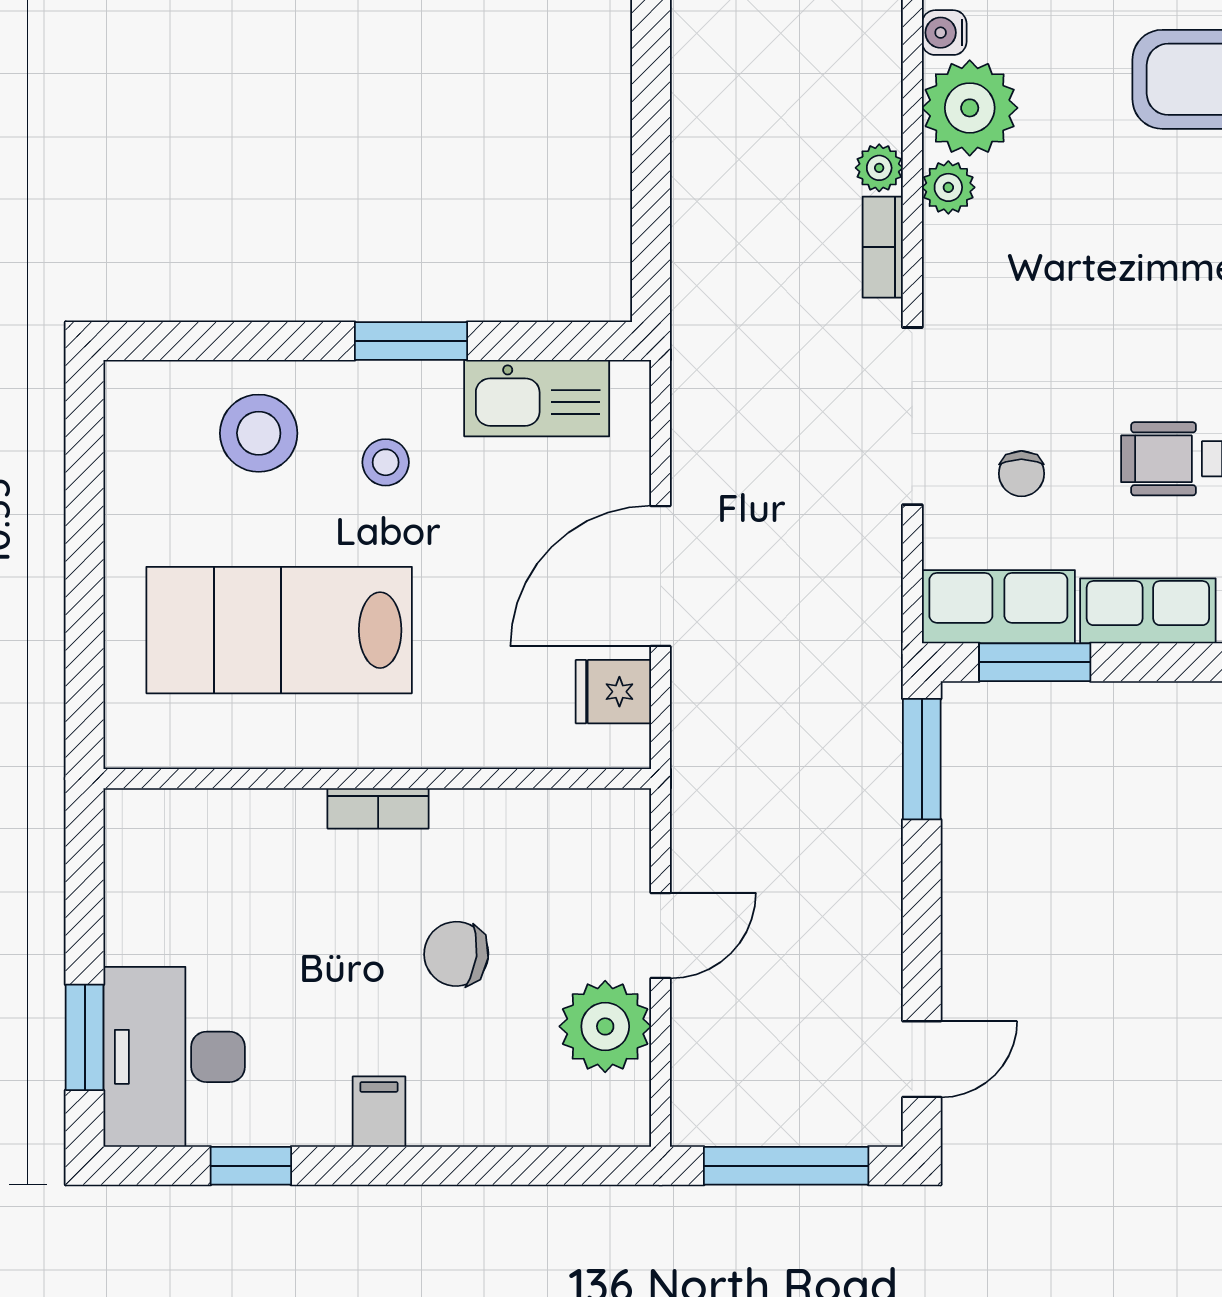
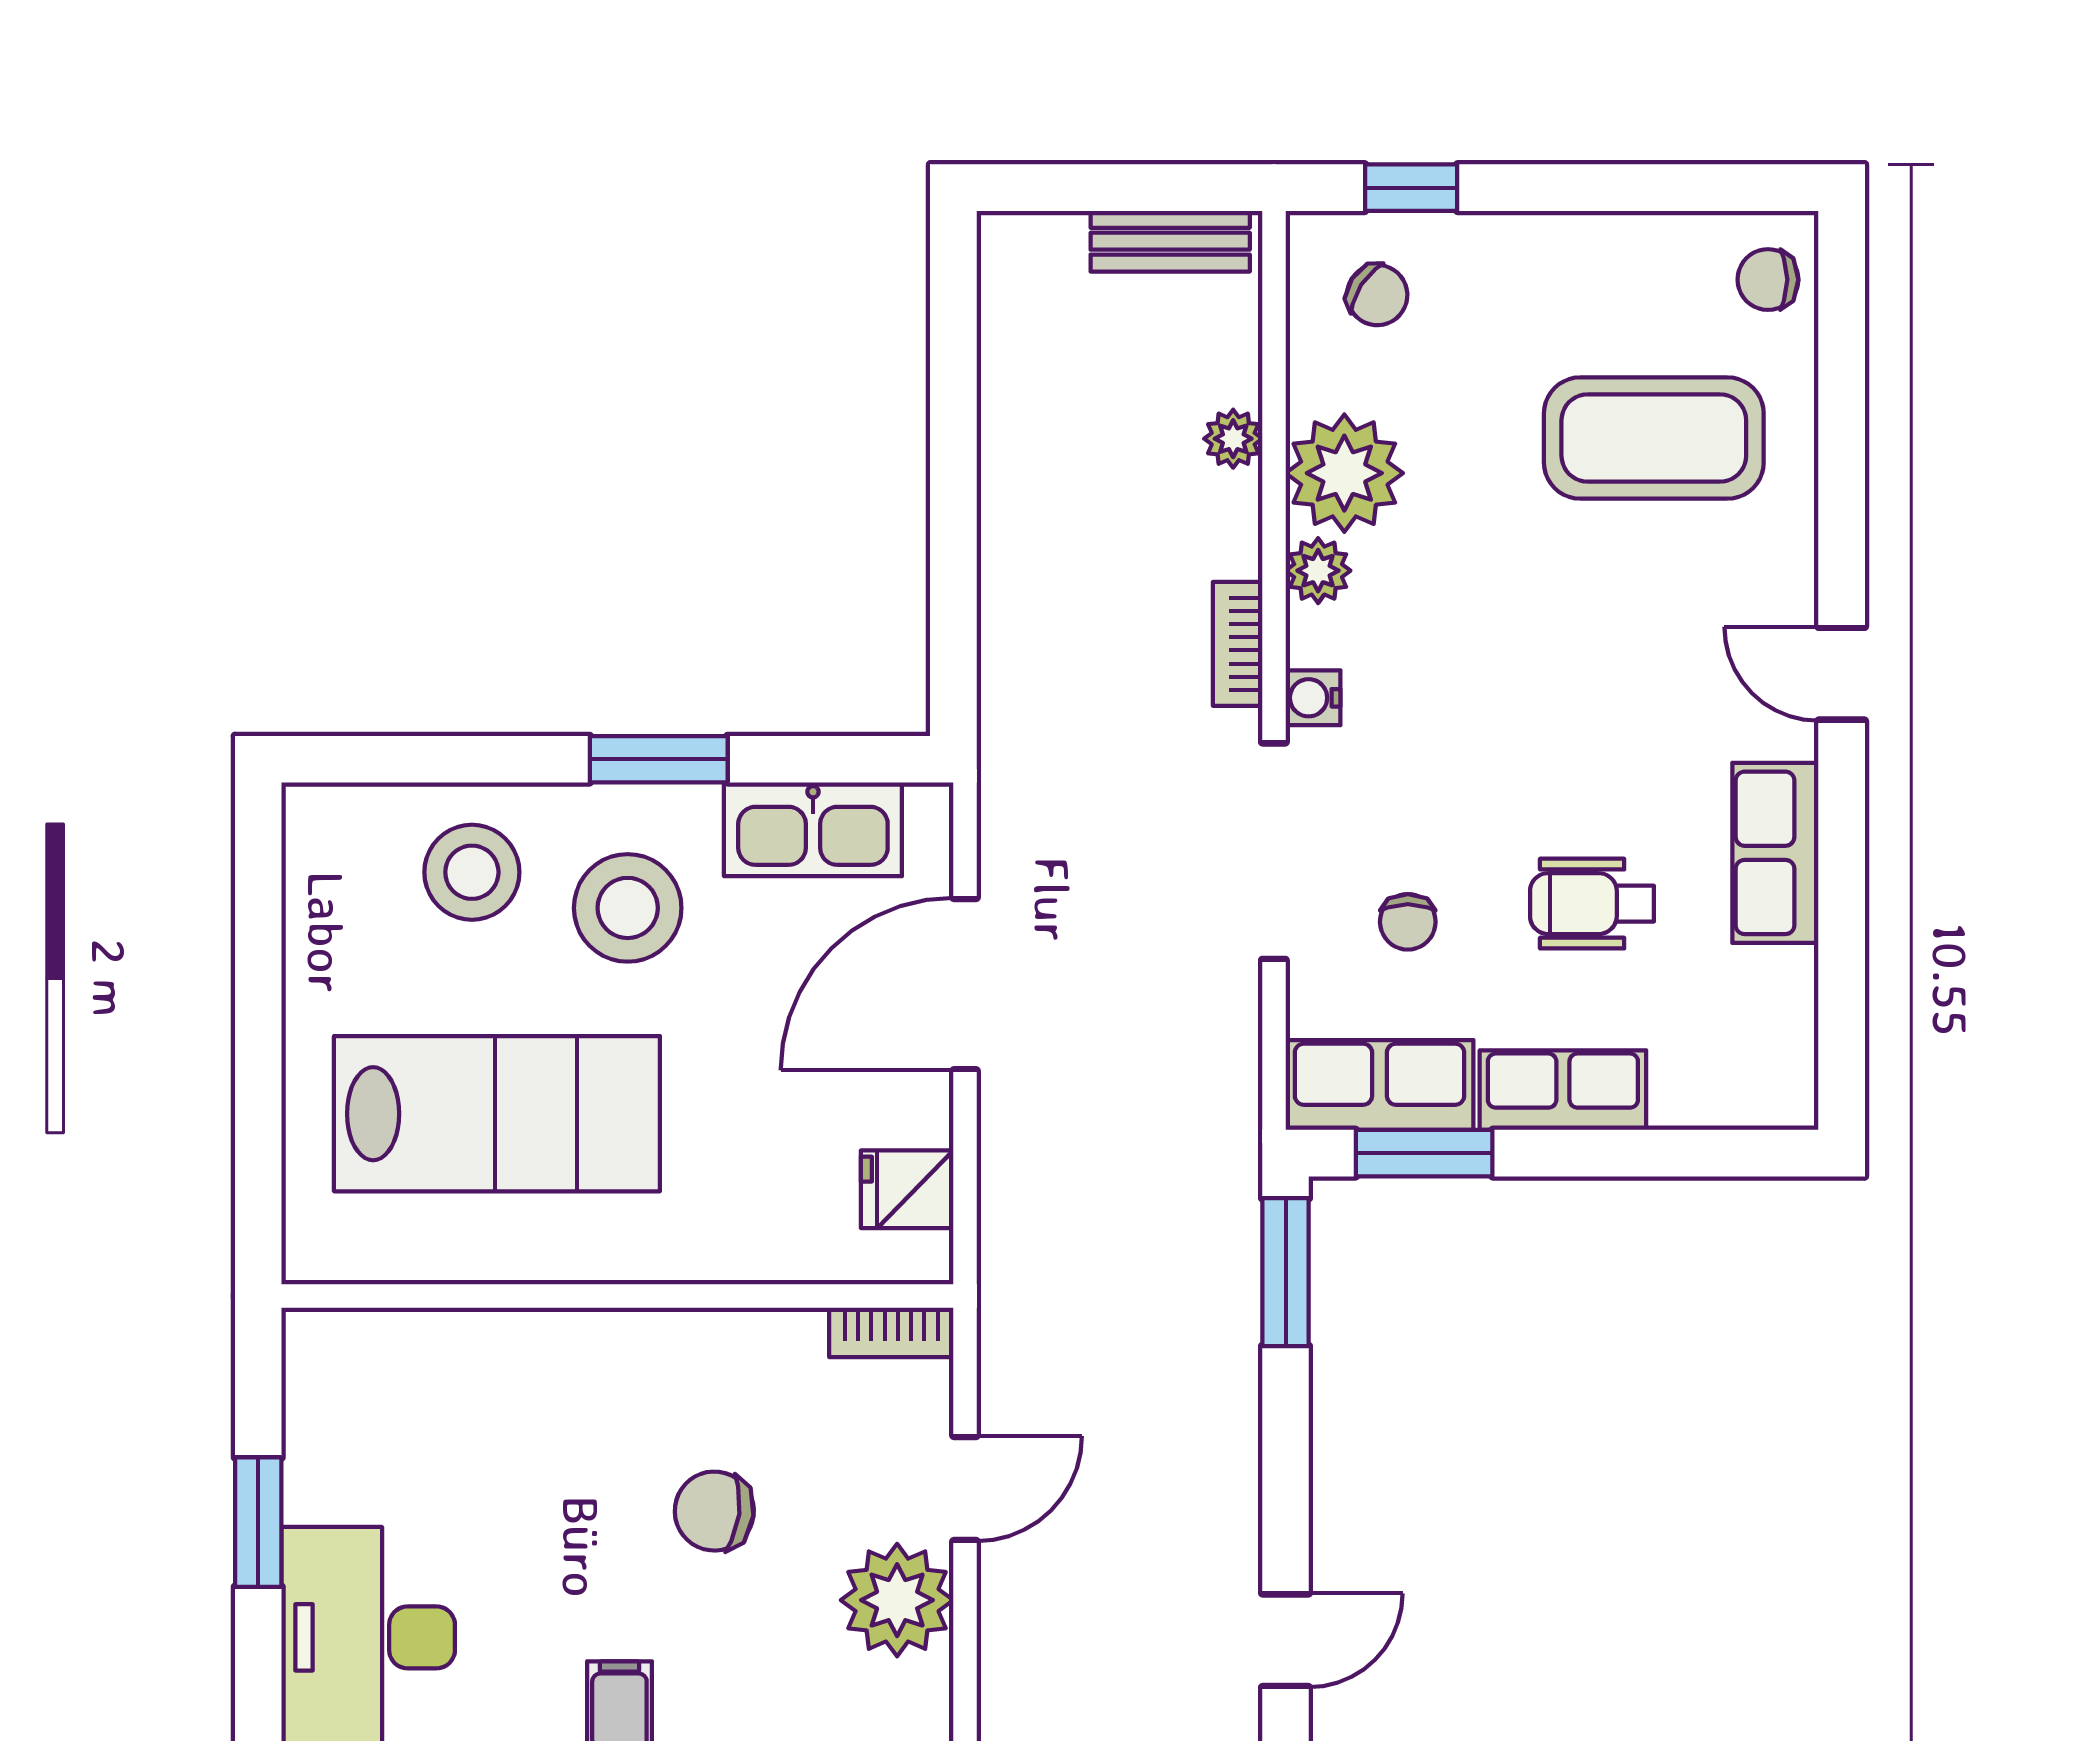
water cooler: (944, 33) -> (1313, 698), moved
plant: (879, 168) -> (1233, 439), moved
stool: (386, 462) -> (628, 908), width x1.89, depth x1.89
door: (661, 576) -> (965, 984), moved
lab bench: (279, 630) -> (497, 1114), turned 180
bookcase: (378, 808) -> (891, 1332), moved
window: (85, 1037) -> (258, 1522), moved

